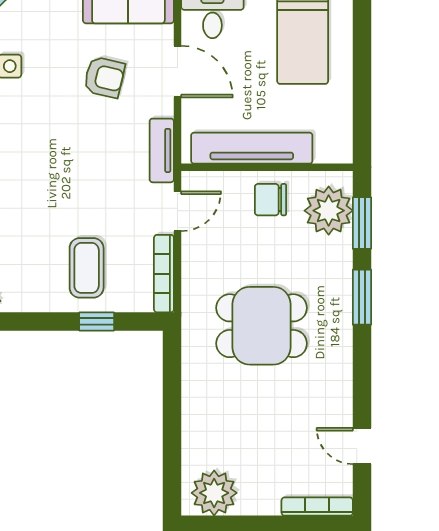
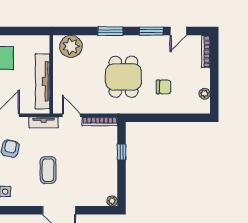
chair: (271, 200) -> (164, 87), moved, turned -90
window: (362, 223) -> (151, 31), moved
coffee table: (87, 268) -> (48, 170), moved, turned 90
plant: (214, 493) -> (205, 94), width x0.53, depth x0.53

